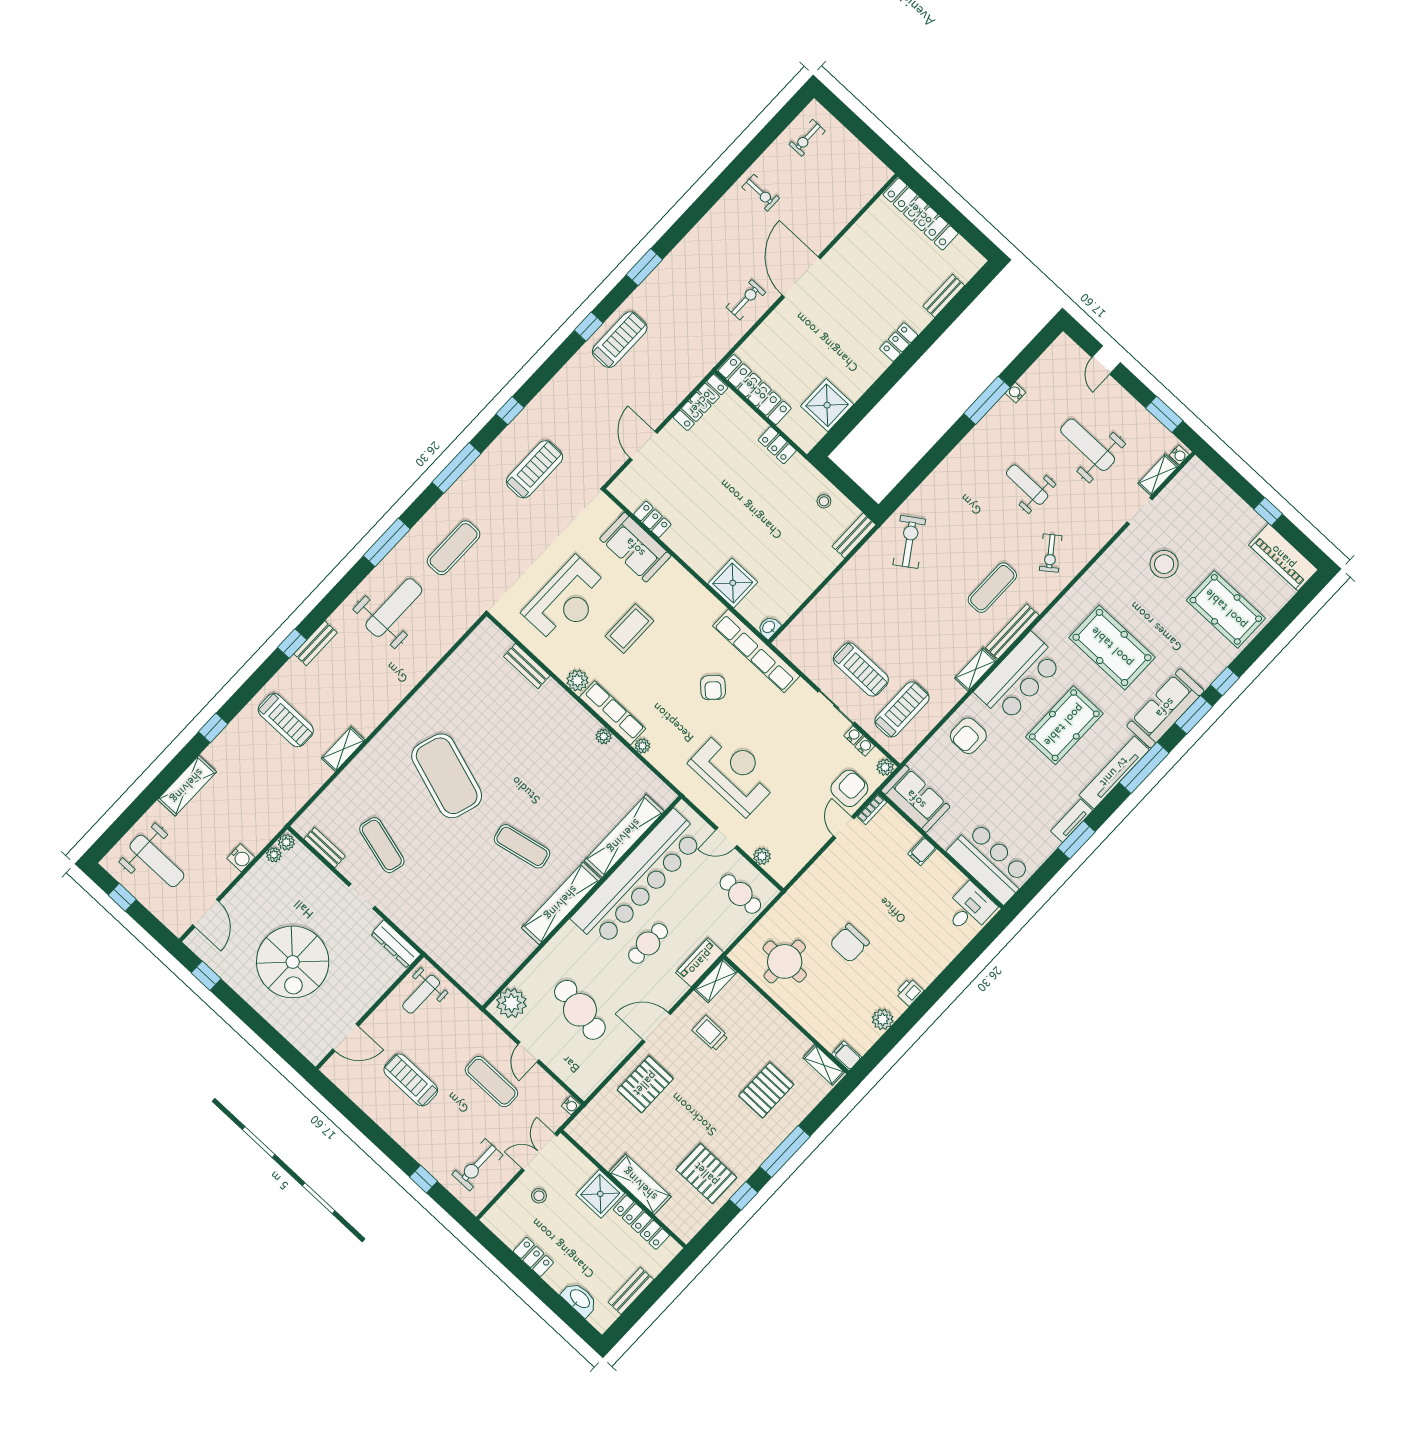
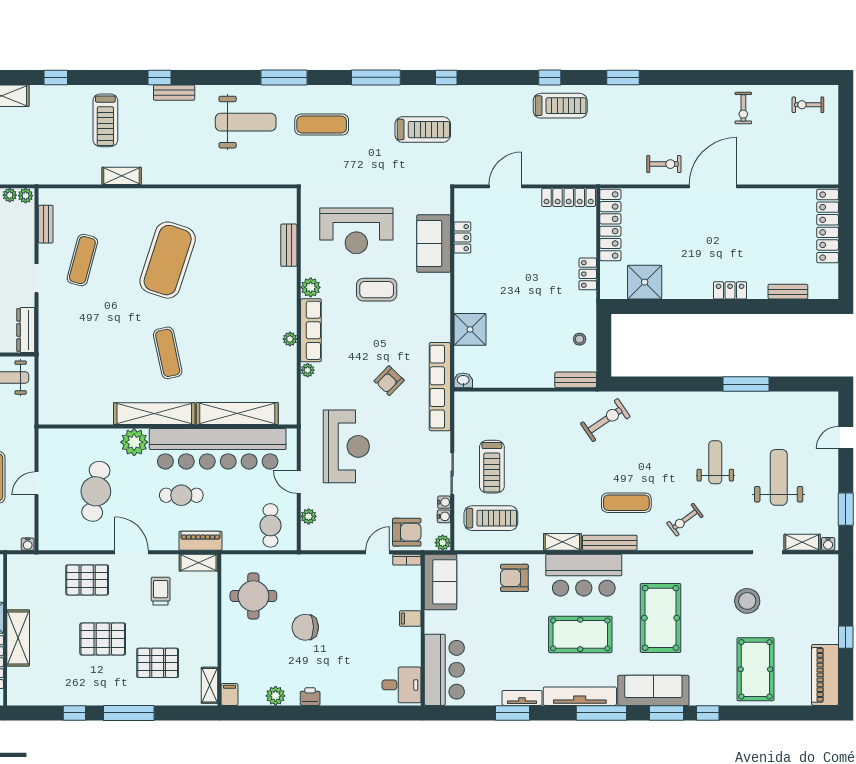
water cooler: (1015, 393) -> (768, 398), removed
plant: (511, 1003) -> (134, 442), moved
pallet: (706, 1174) -> (103, 639), moved, turned 90

